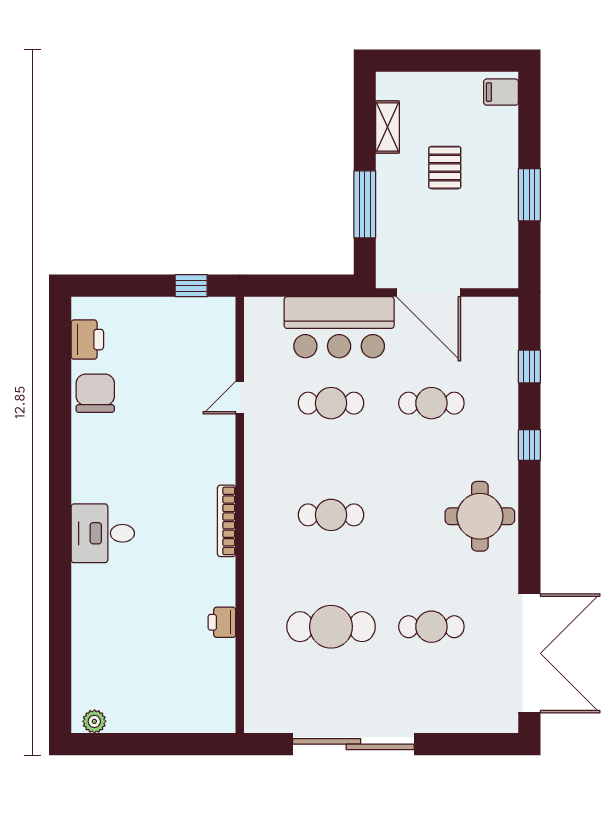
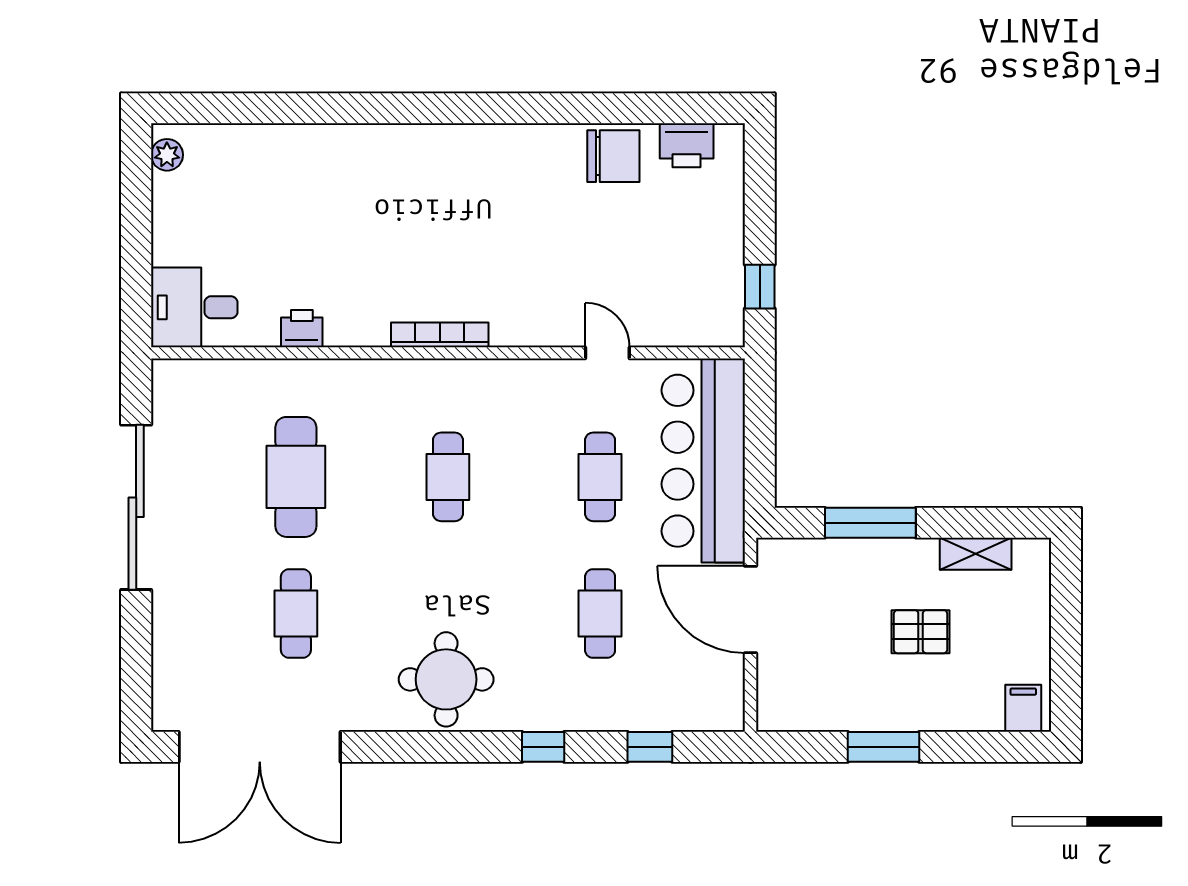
door: (428, 293) -> (750, 610), hinge flipped
bar counter: (339, 327) -> (703, 461), width x1.36
desk: (103, 533) -> (194, 307), moved, turned -90

